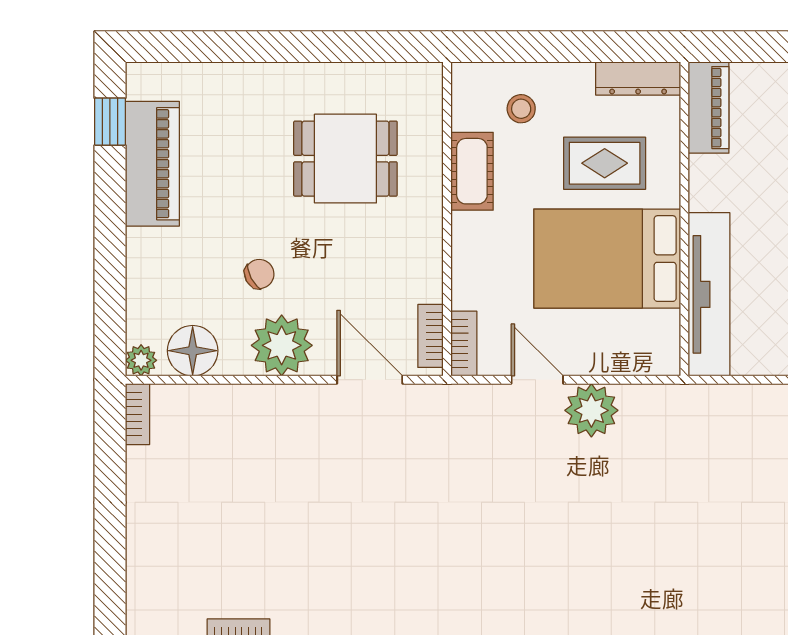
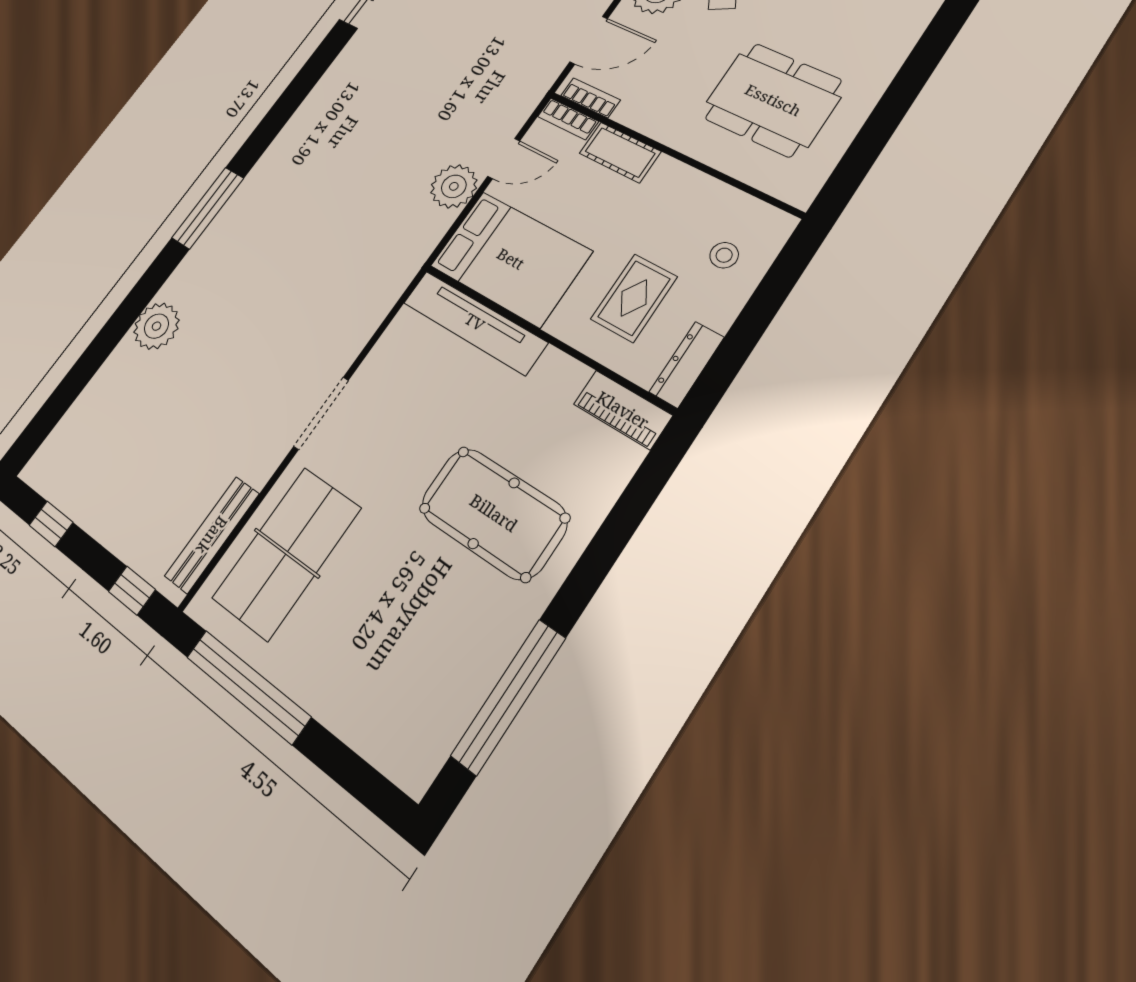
dining table: (345, 159) -> (773, 100), width x1.37
cot: (472, 171) -> (620, 152), moved
bed: (607, 259) -> (511, 259), moved, turned 90

